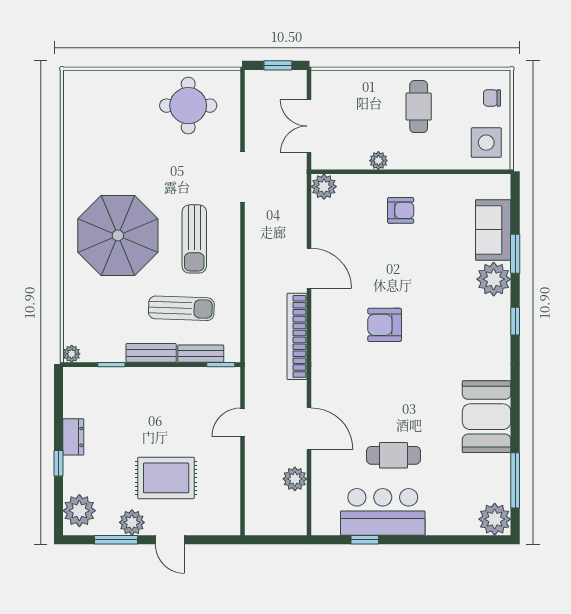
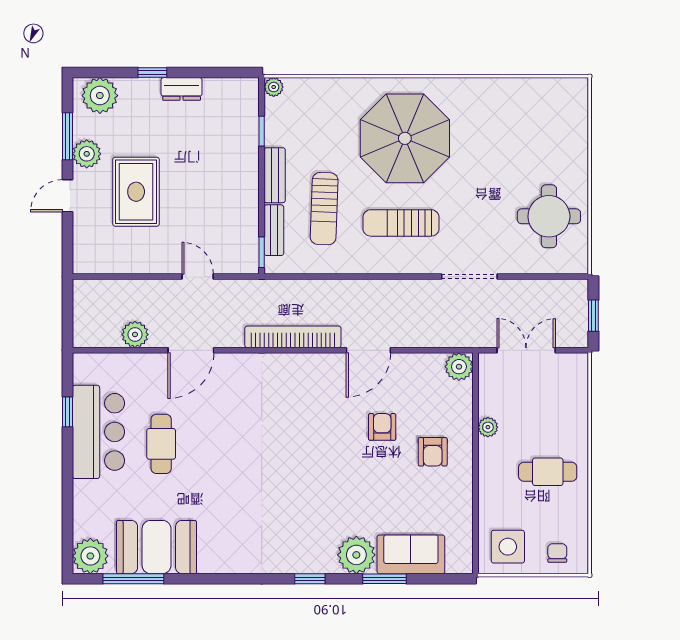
armchair: (385, 325) -> (382, 427), moved, width x0.72, depth x0.72
booth: (487, 417) -> (157, 547), moved

